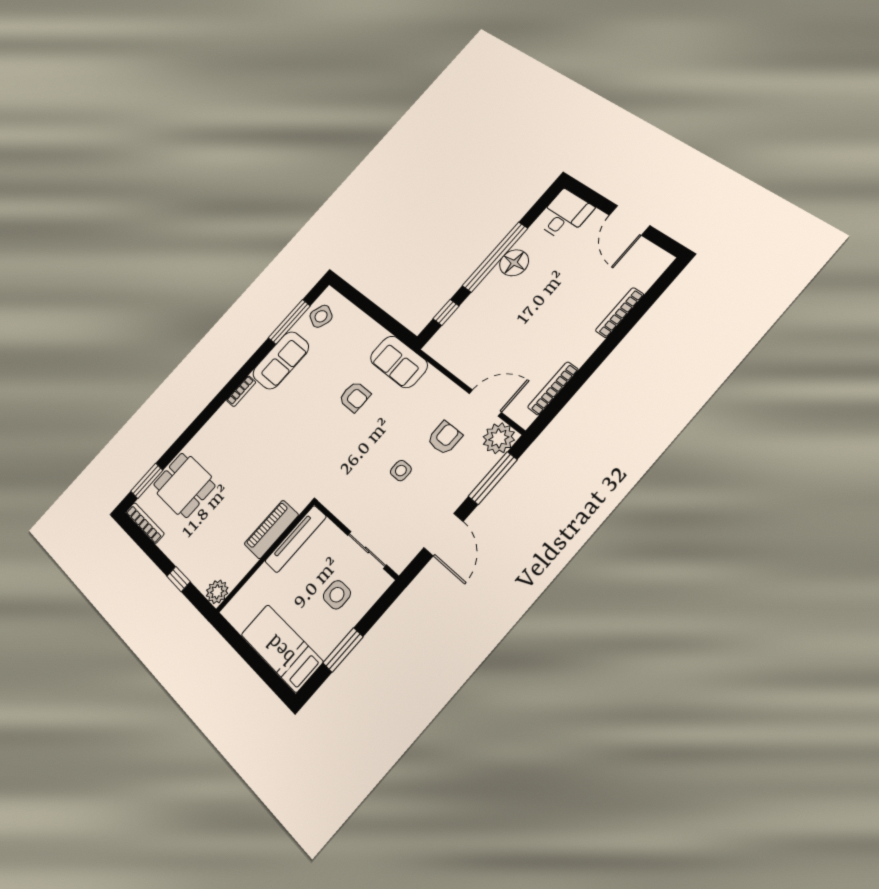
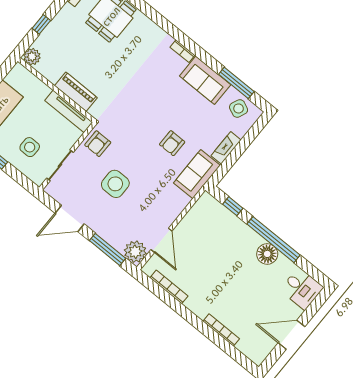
fireplace: (369, 327) -> (226, 148), added
armchair: (445, 438) -> (98, 144), moved, turned 90
side table: (401, 471) -> (115, 184), width x1.87, depth x1.87

